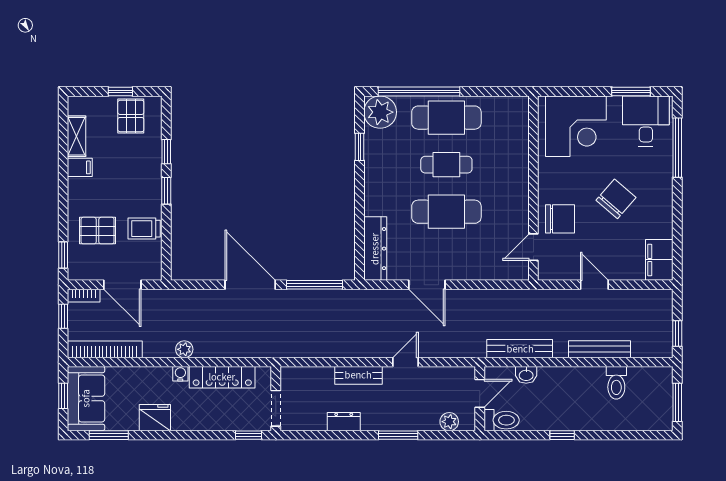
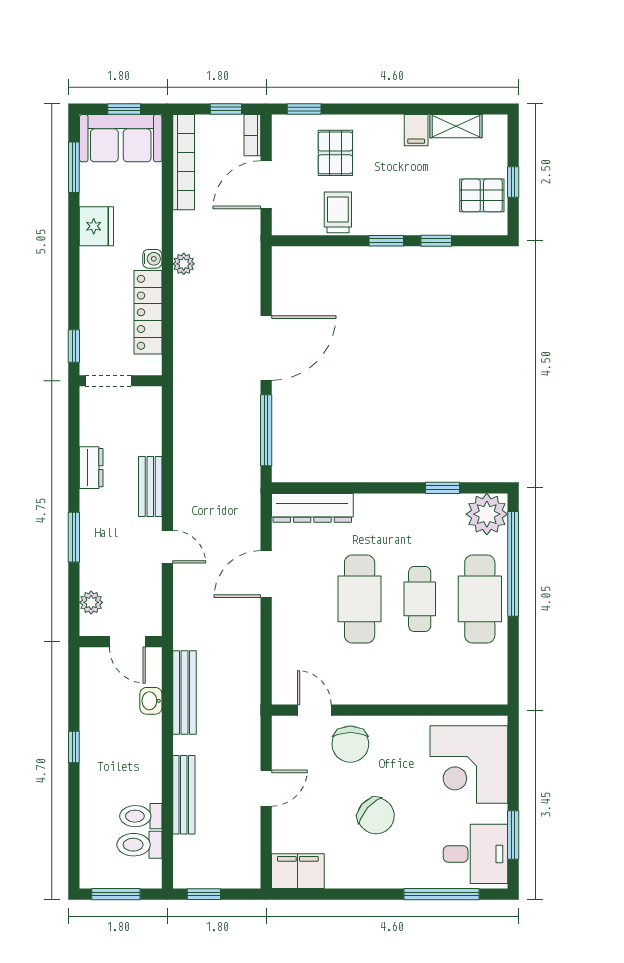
toilet: (502, 420) -> (139, 845), moved, turned 90

